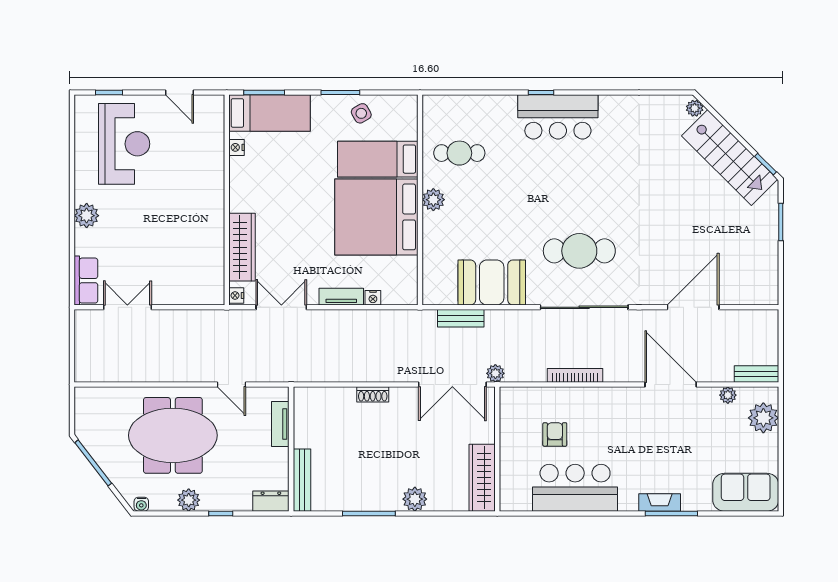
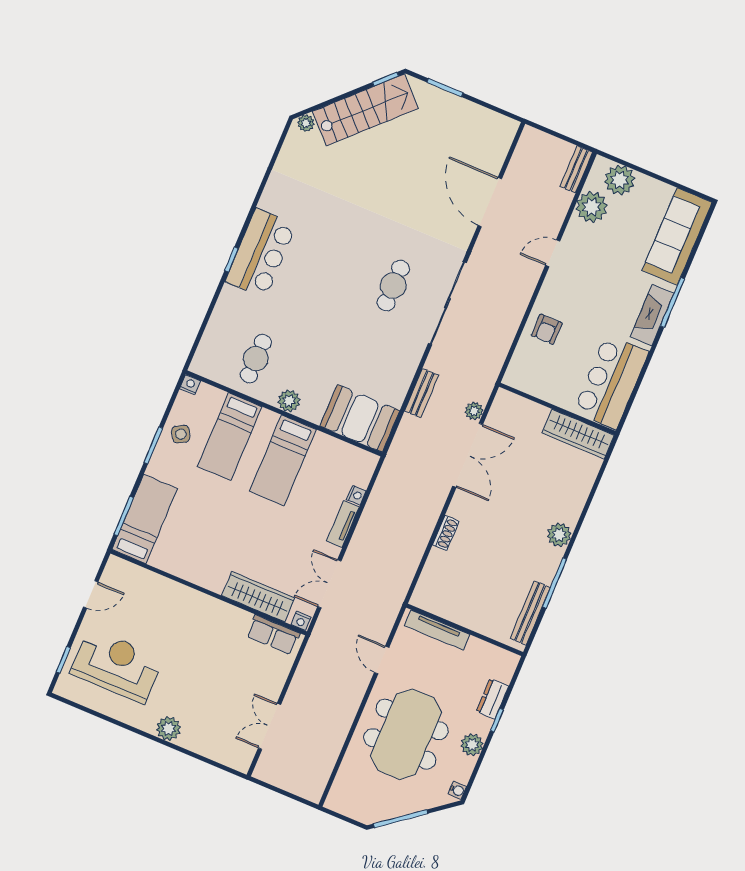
nightstand: (237, 147) -> (190, 385), moved, turned 180
bed: (376, 217) -> (283, 460), width x0.49
cafe table: (579, 251) -> (393, 286), width x0.73, depth x0.74
row of seats: (86, 281) -> (273, 635), moved, turned 180
booth: (492, 283) -> (360, 418), moved, turned 90
bench: (461, 318) -> (421, 393), moved
bookcase: (575, 375) -> (507, 338), removed
door: (232, 385) -> (382, 660), swing flipped
door: (671, 385) -> (553, 253), width x0.53
plant: (728, 395) -> (592, 207), width x1.88, depth x1.88
tv unit: (280, 424) -> (437, 630), width x1.41
armchair: (555, 434) -> (547, 329), moved, turned -90
wall: (497, 449) -> (557, 409), moved
wardrobe: (482, 478) -> (578, 434), moved
bench: (302, 480) -> (530, 613), moved, turned 90
sofa: (746, 492) -> (677, 236), width x1.36
dresser: (271, 501) -> (492, 699), moved
fireplace: (660, 502) -> (652, 315), width x1.37, depth x1.32

